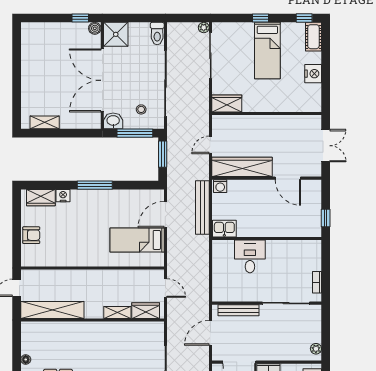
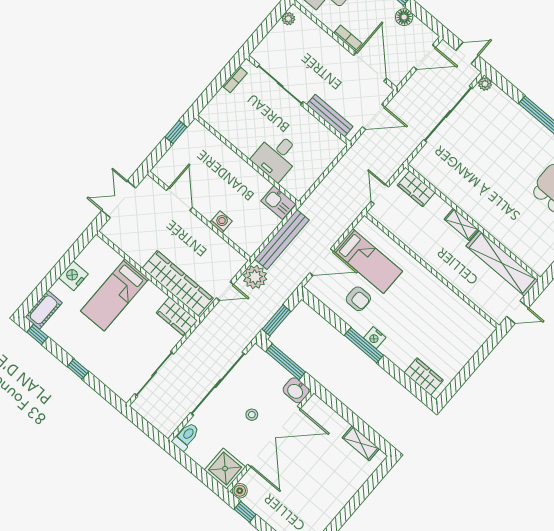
plant: (204, 28) -> (255, 277), moved, width x1.88, depth x1.88
bed: (267, 51) -> (115, 295), moved, turned 180
stool: (141, 109) -> (252, 415), moved
wardrobe: (242, 167) -> (178, 283), moved, turned 180
washing machine: (220, 186) -> (221, 222), moved
nightstand: (63, 196) -> (375, 338), moved
armchair: (31, 235) -> (358, 299), moved, turned 180
shelving: (117, 313) -> (461, 224), moved

